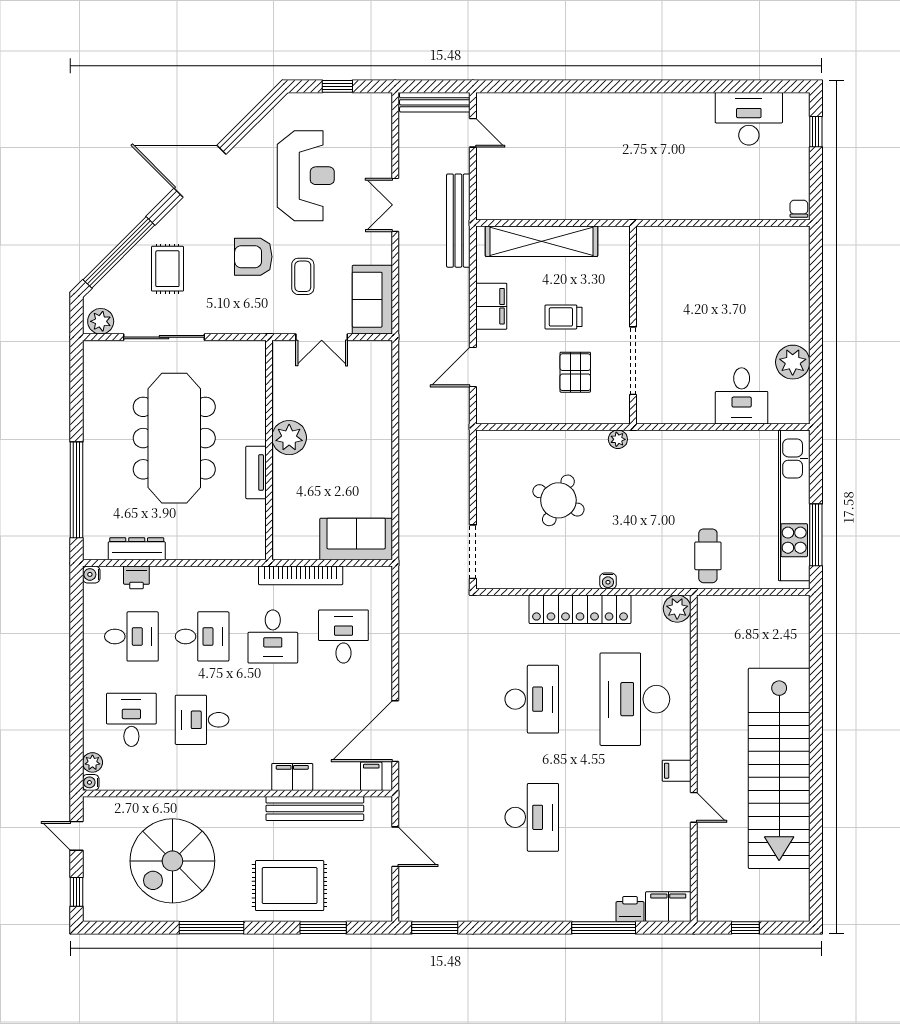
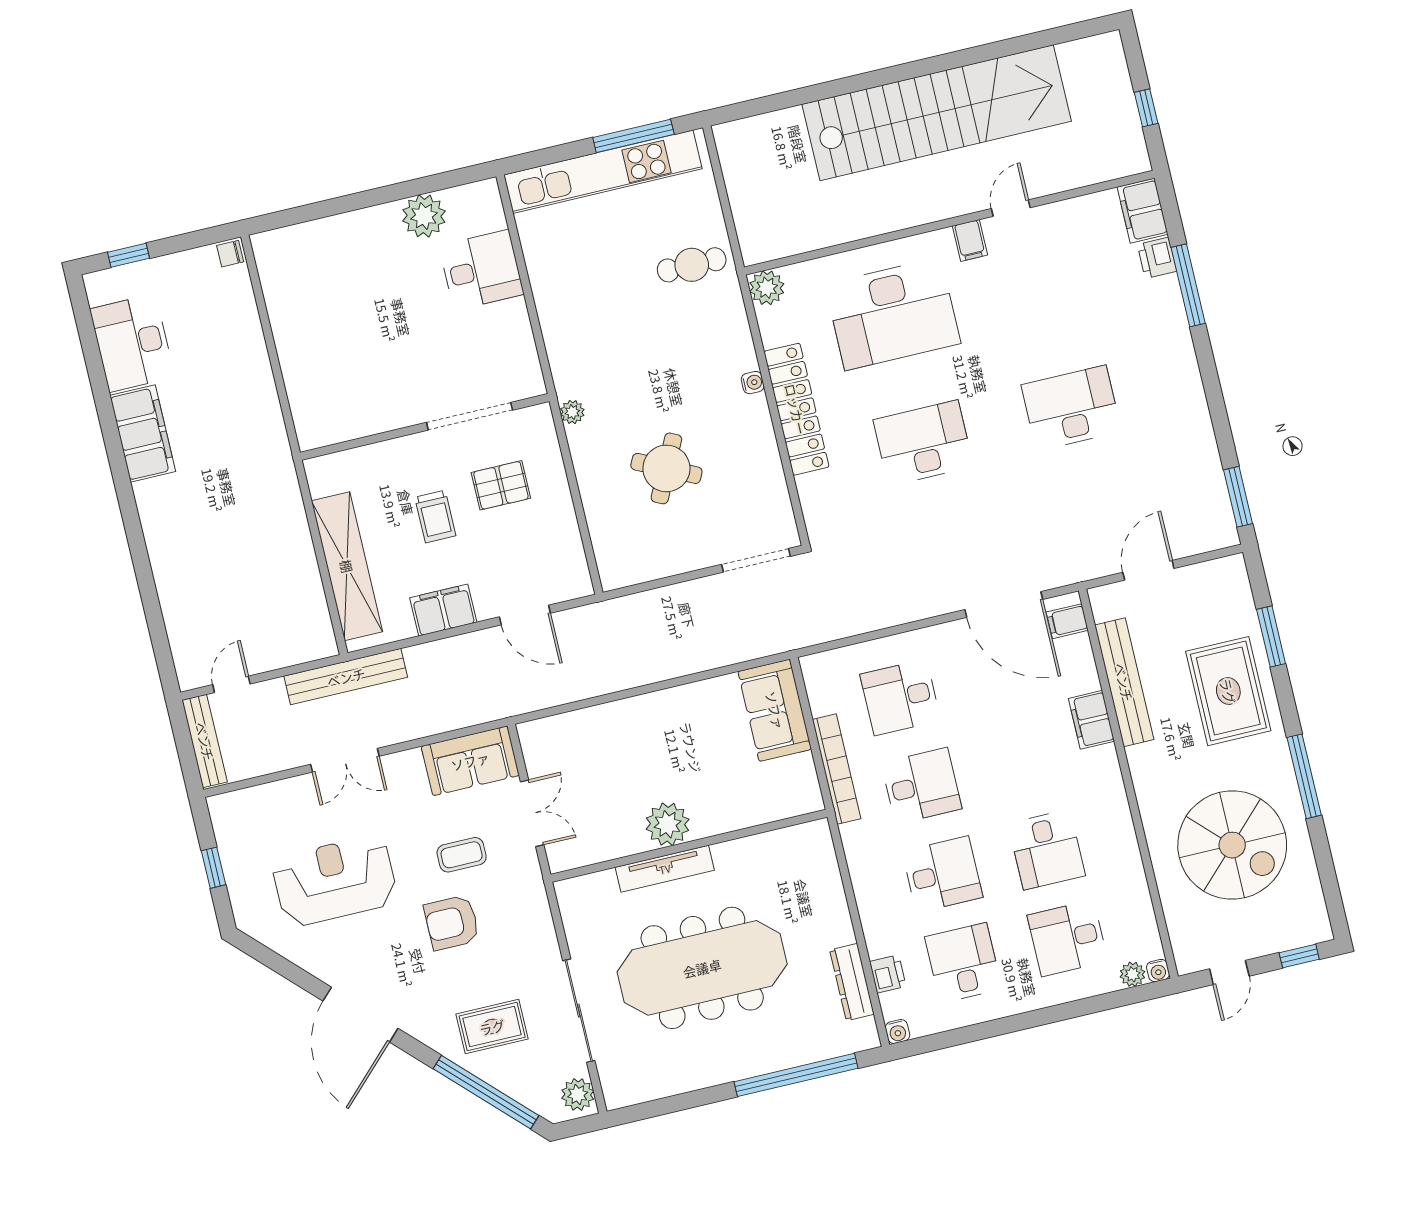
filing cabinet: (679, 110) -> (143, 433), added
armchair: (253, 257) -> (452, 923), turned 90
tv unit: (256, 472) -> (665, 869), moved, width x1.41
desk: (202, 636) -> (942, 874), turned 90

